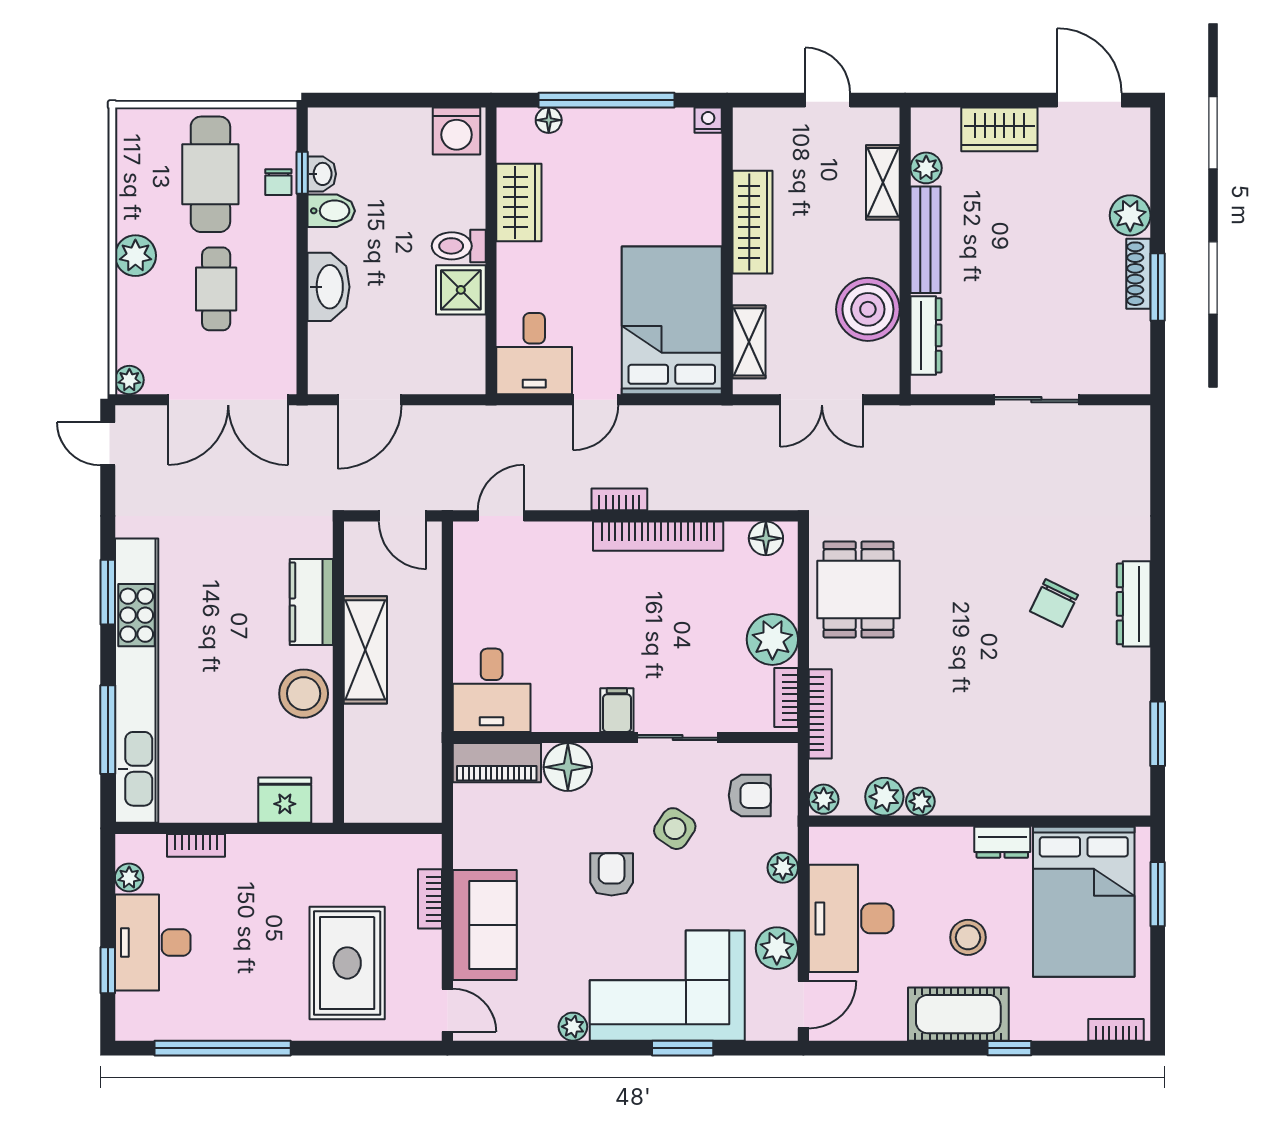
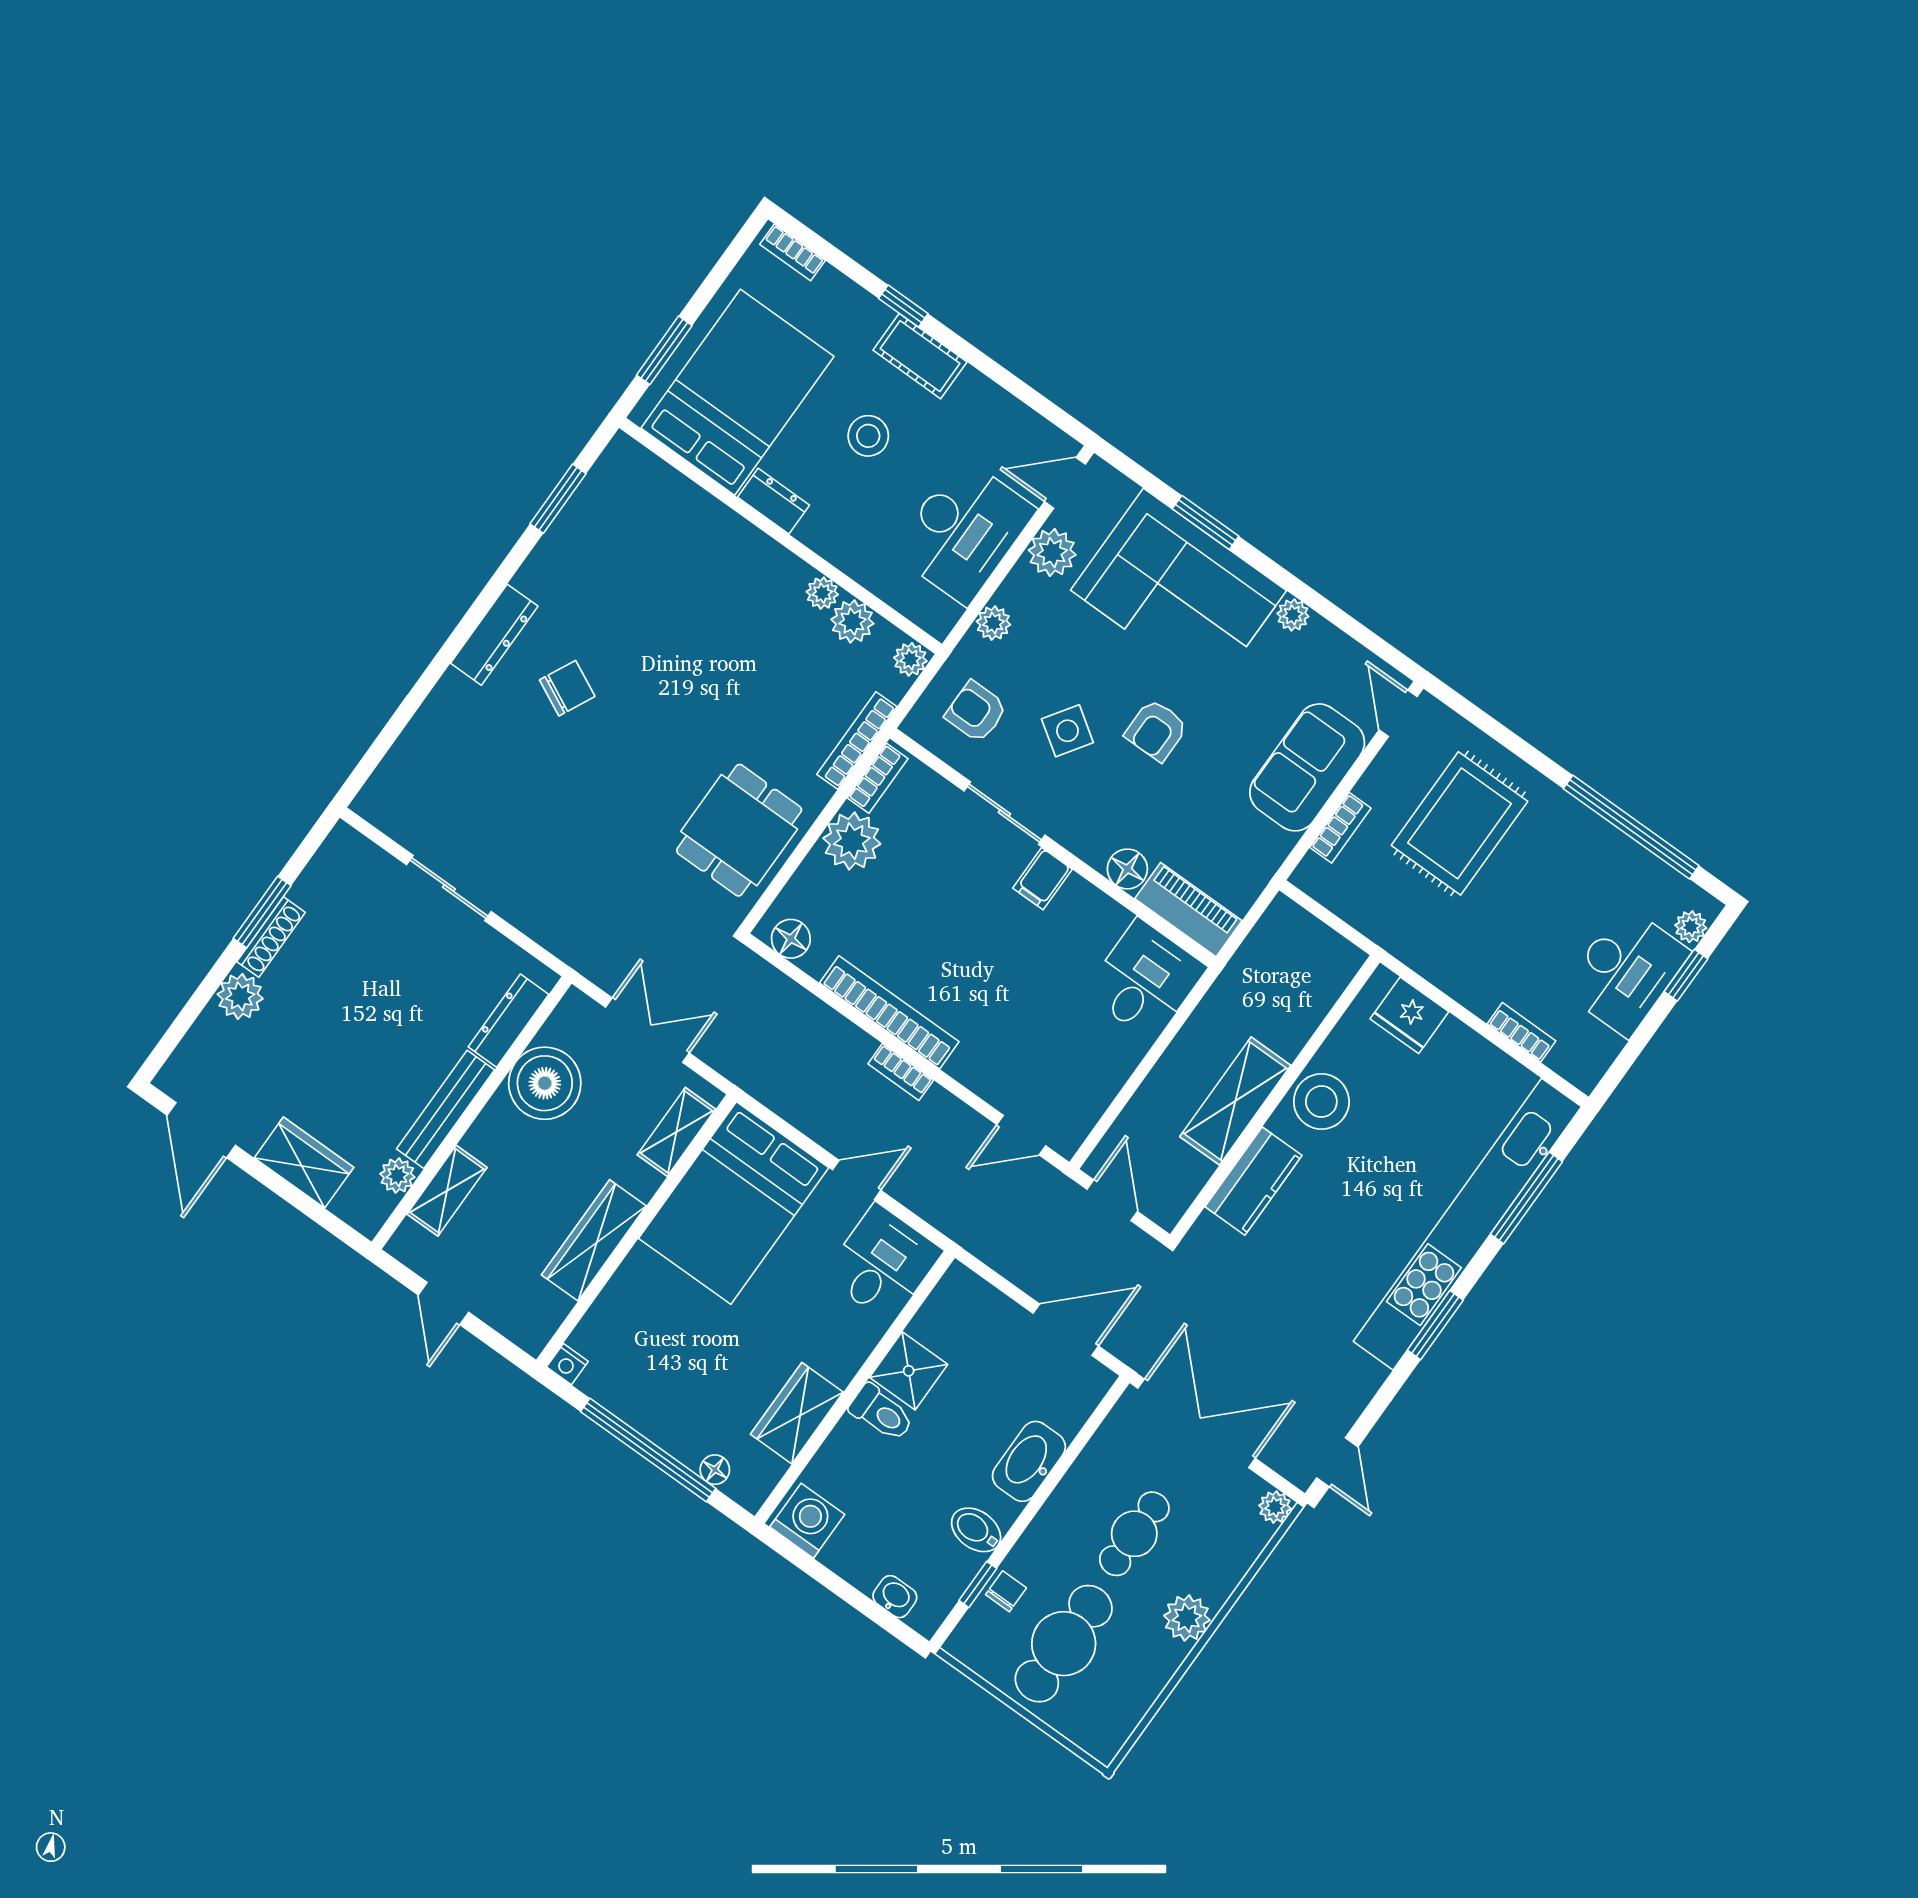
washbasin: (322, 174) -> (895, 1597), moved, turned 90
floor lamp: (568, 767) -> (1127, 869), width x0.73, depth x0.73
plant: (129, 878) -> (1691, 927), moved
cot: (958, 1014) -> (920, 356), width x0.73, depth x0.75

